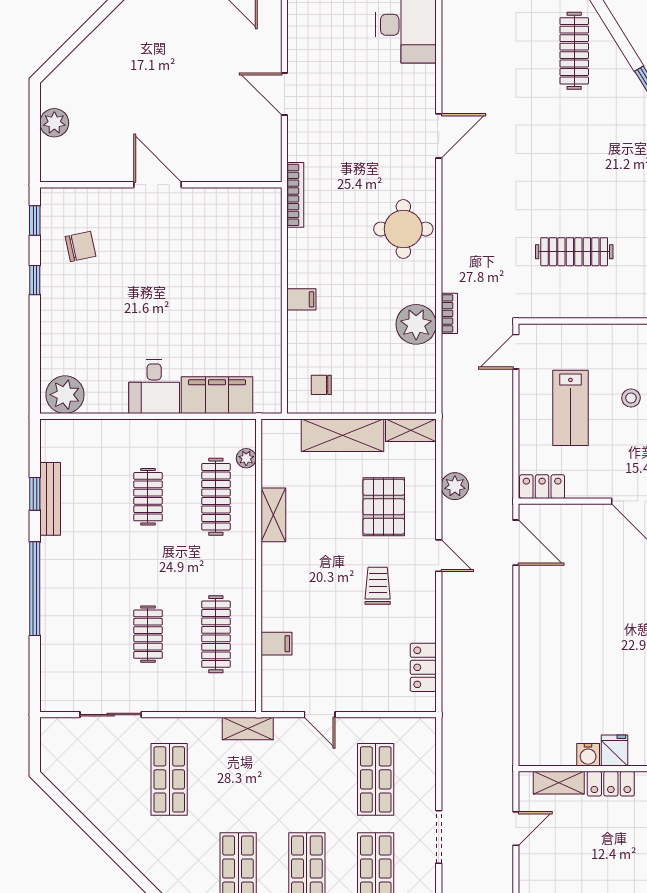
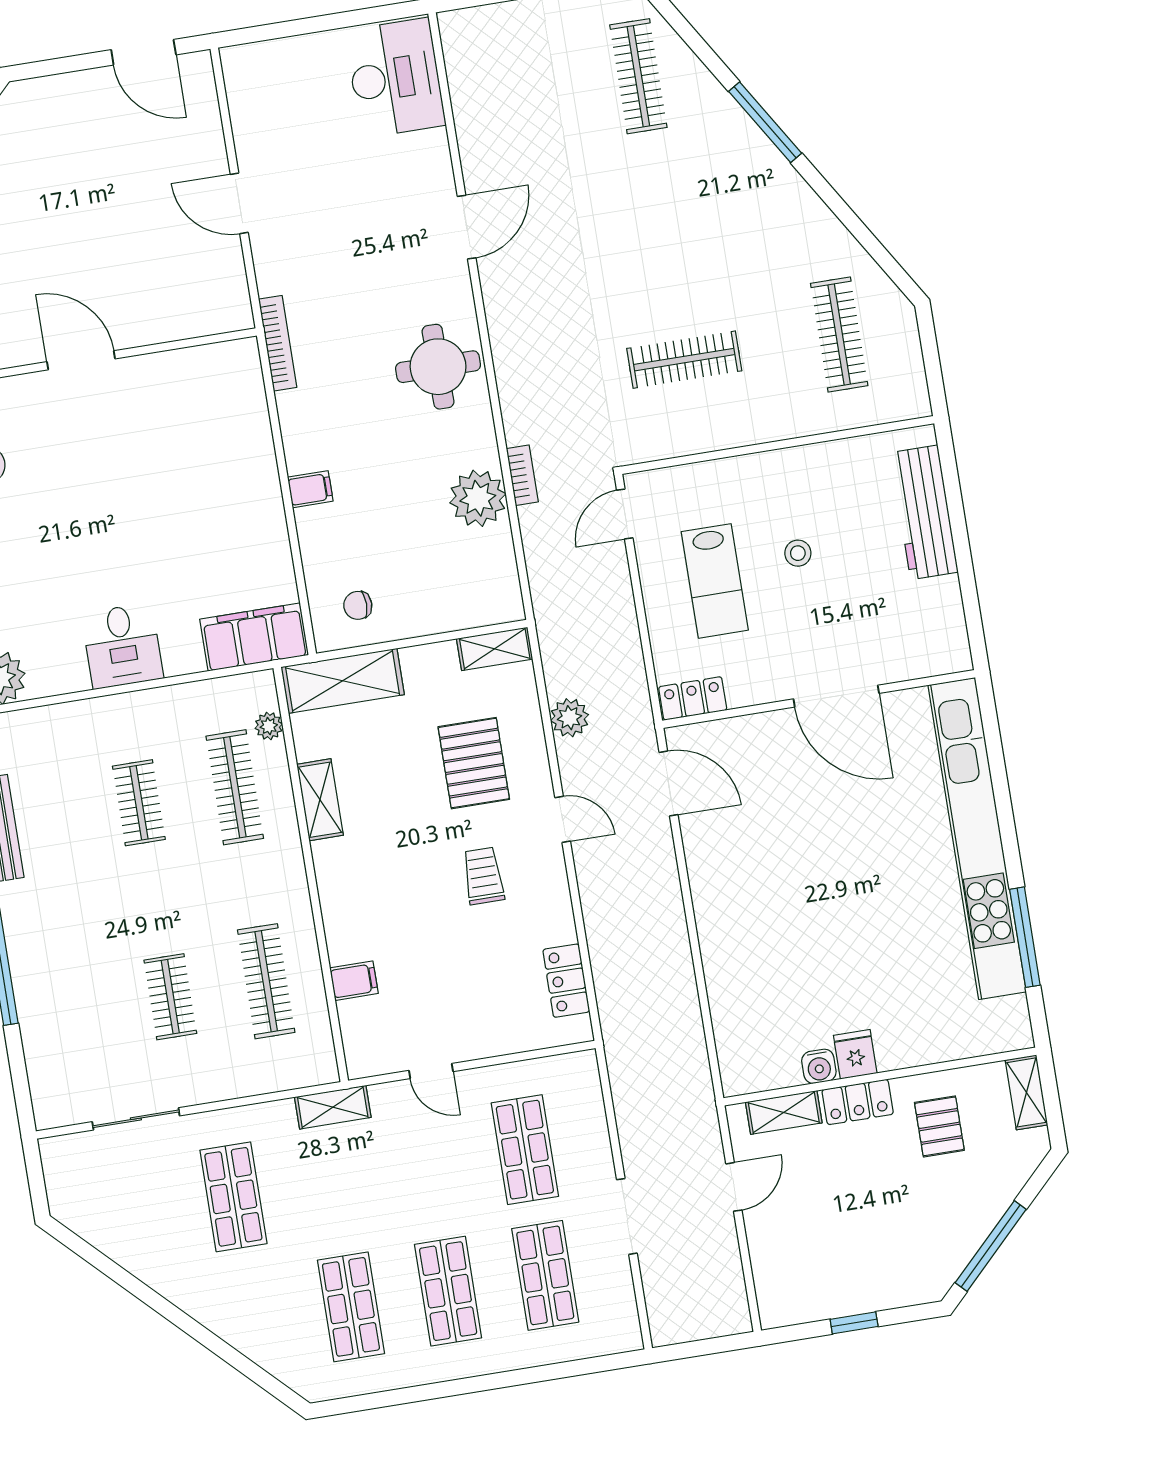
filing cabinet: (217, 395) -> (254, 637), moved
shelving: (343, 435) -> (343, 681), moved

